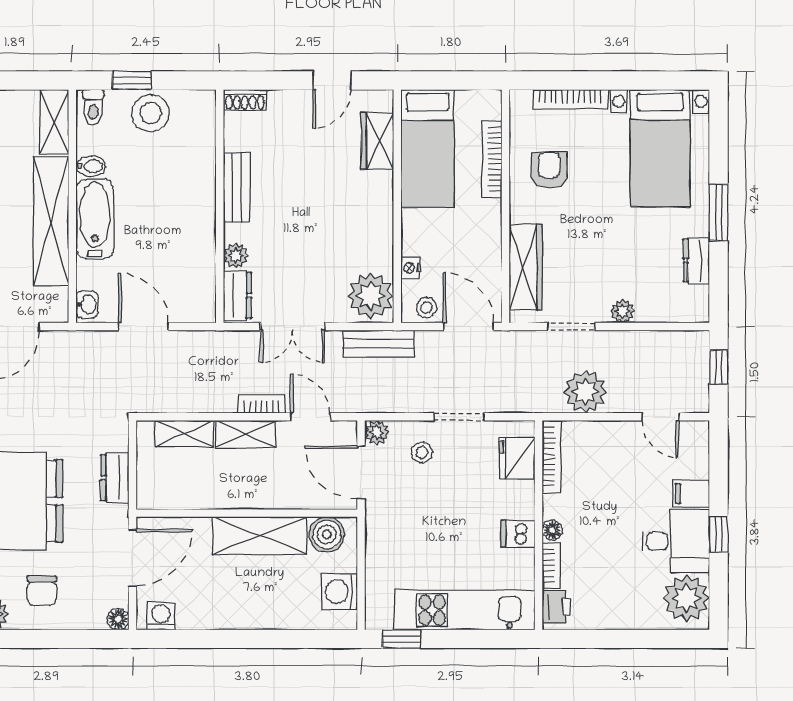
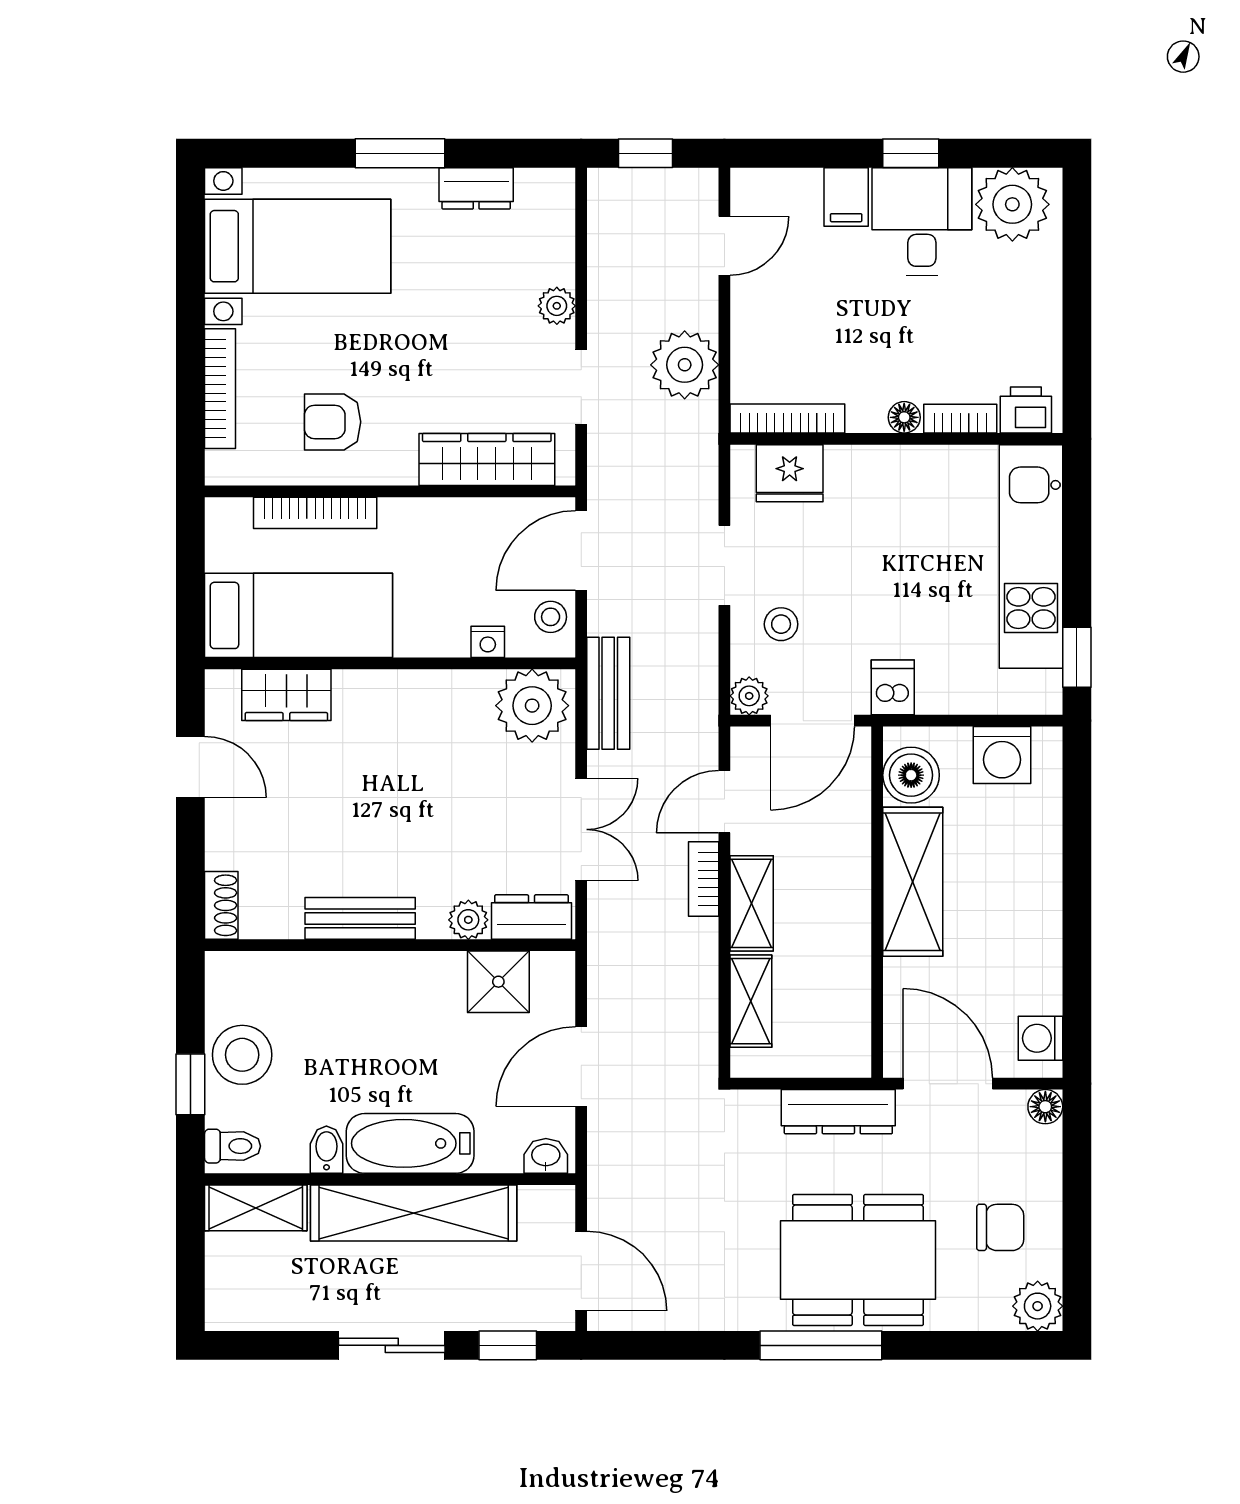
shower: (197, 275) -> (498, 982), added
dresser: (115, 478) -> (838, 1112), width x1.44
dishwasher: (518, 534) -> (893, 687), moved, turned 180

